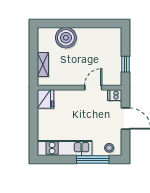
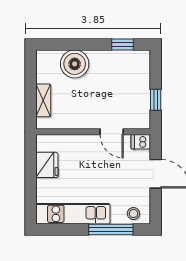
window: (101, 23) -> (123, 45), added
door: (93, 88) -> (112, 132), swing flipped
fridge: (45, 99) -> (47, 165), moved

